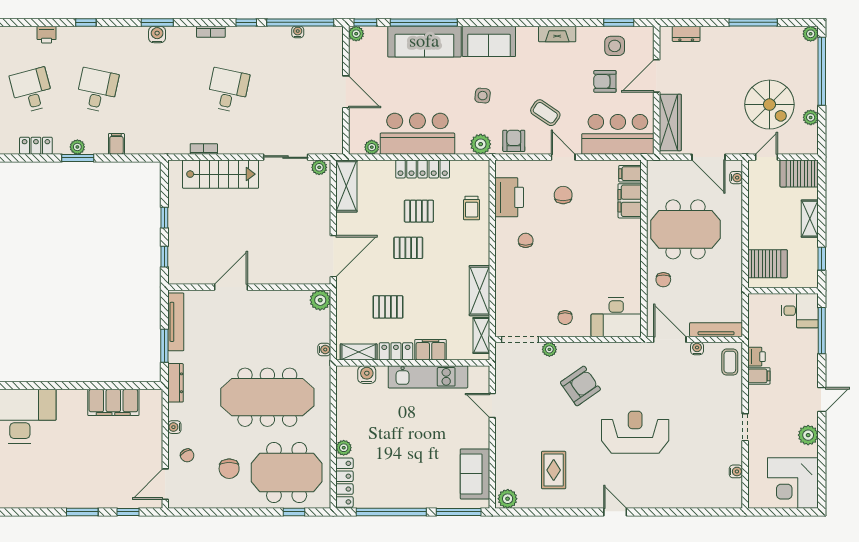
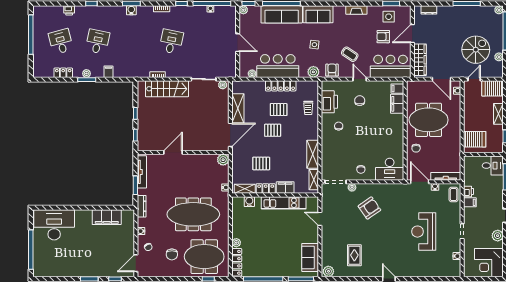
spiral stairs: (769, 105) -> (476, 50), turned -90
shelving: (346, 186) -> (238, 108), moved
reception desk: (635, 432) -> (424, 232), moved, turned -90

